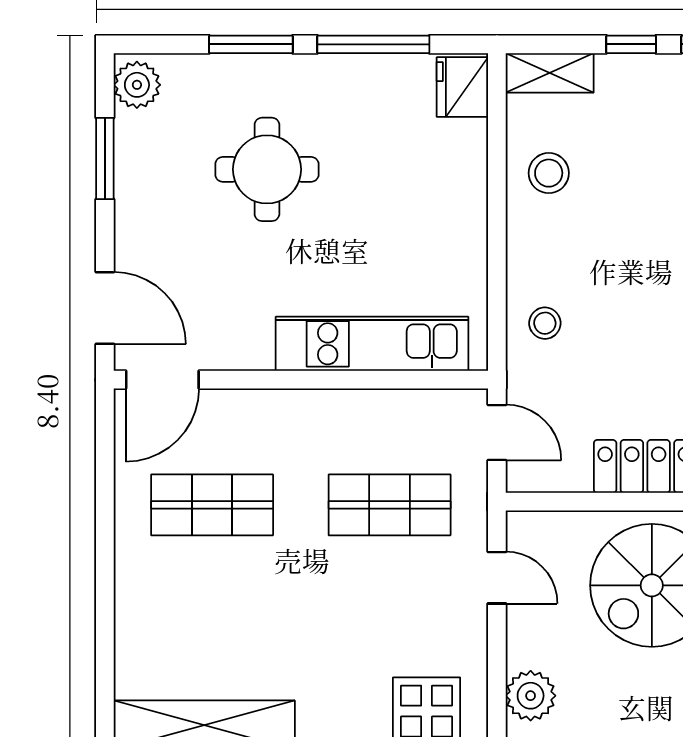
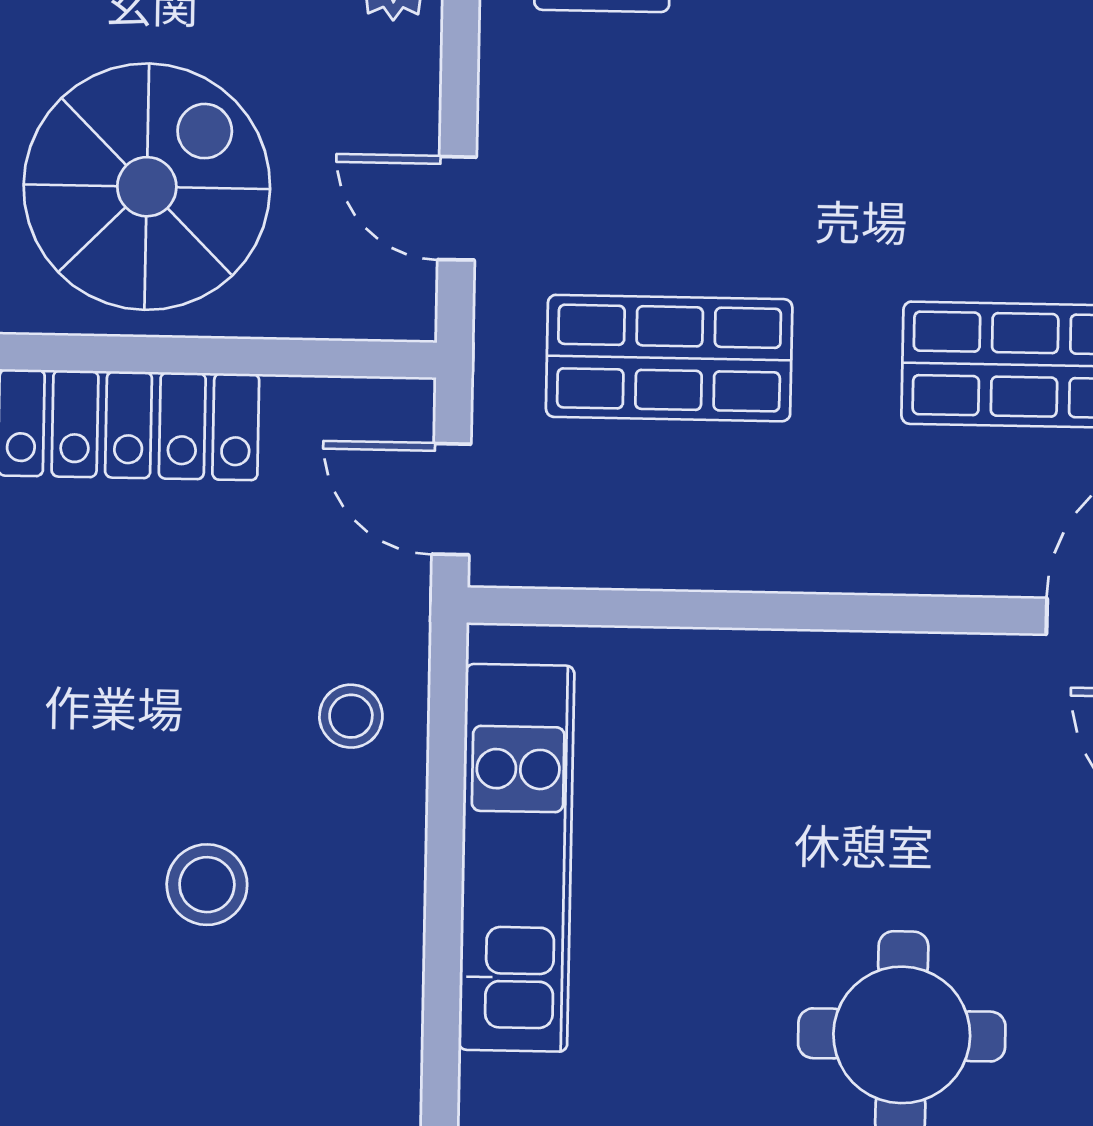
stool: (549, 173) -> (207, 885), moved
kitchen unit: (372, 344) -> (516, 858), moved, turned -90

